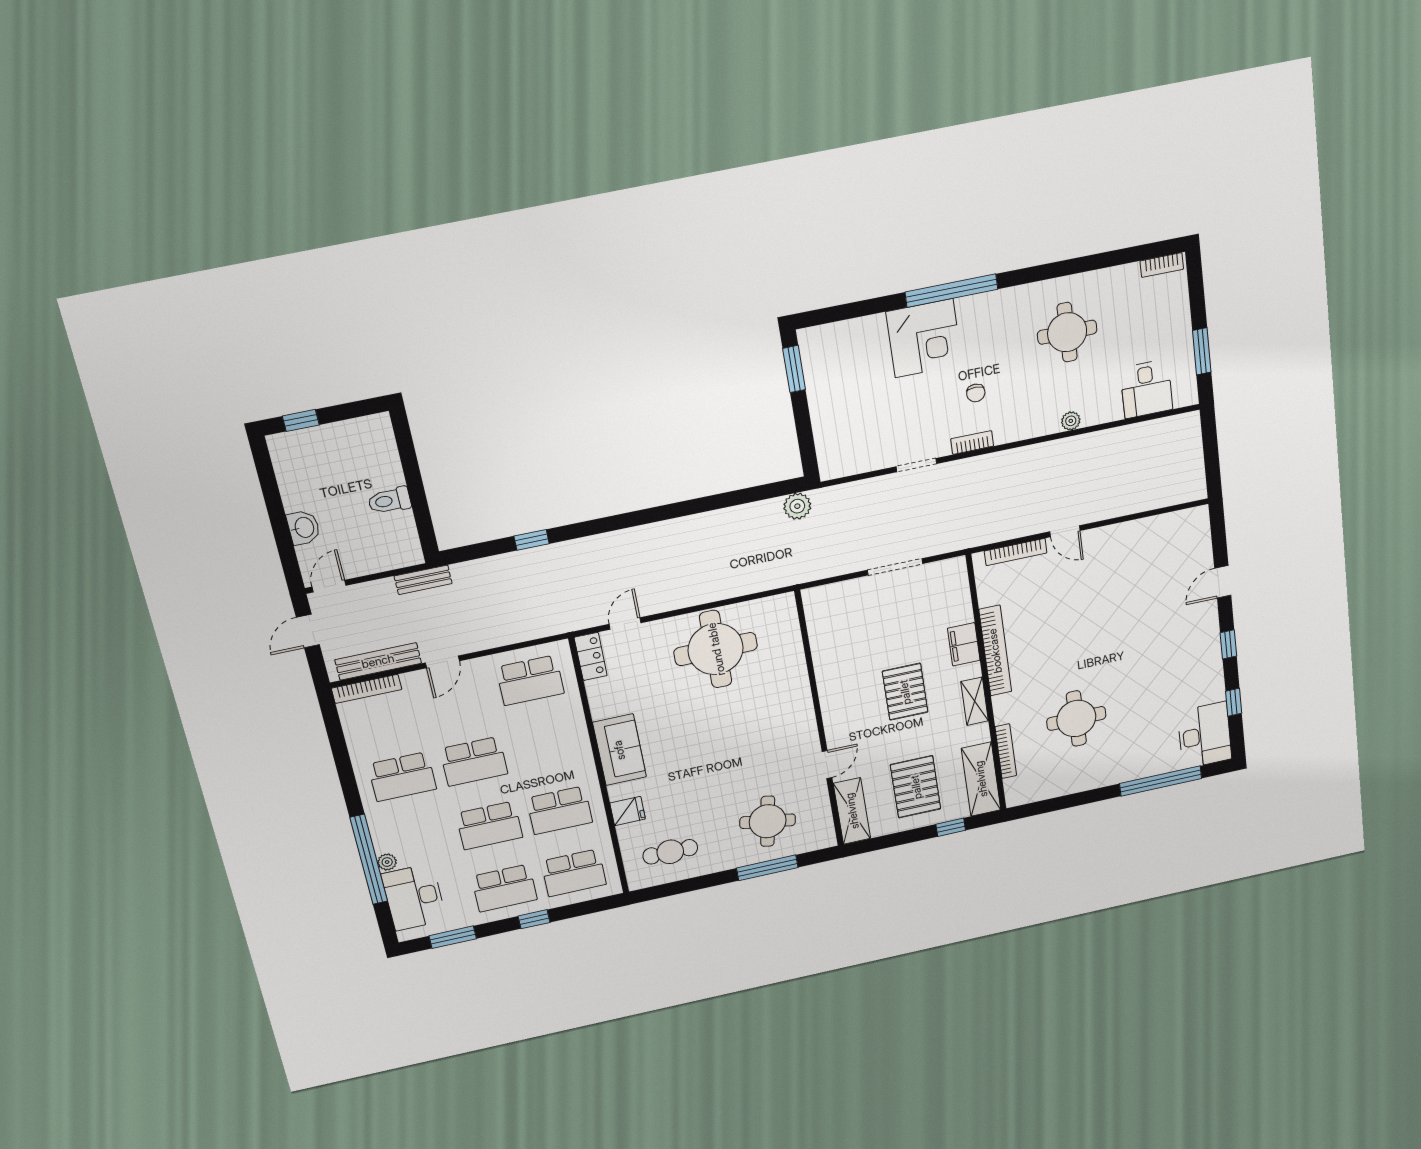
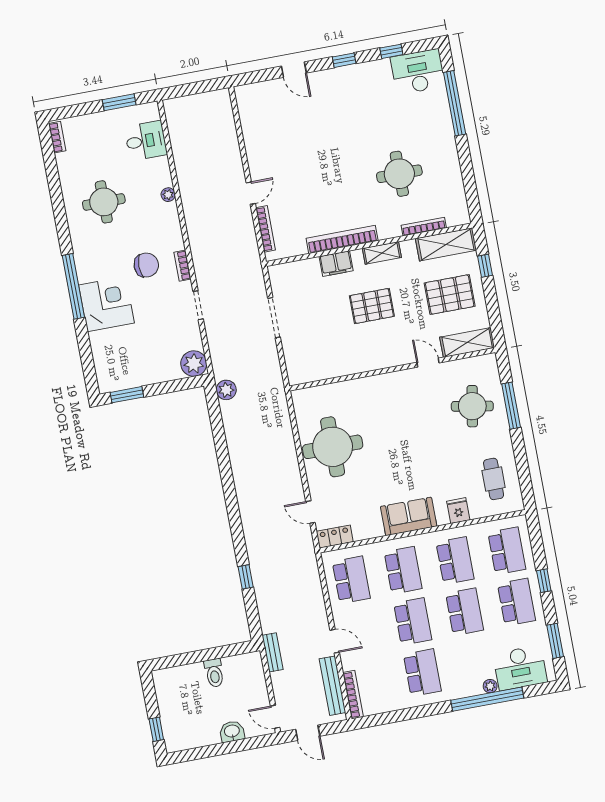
chair: (976, 393) -> (146, 265), width x1.87, depth x1.87
plant: (835, 461) -> (194, 364), added
school desk: (545, 746) -> (403, 570), added

